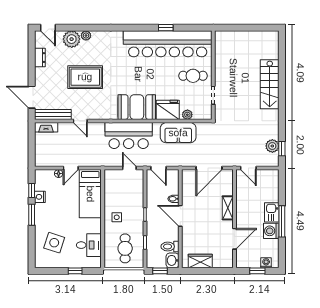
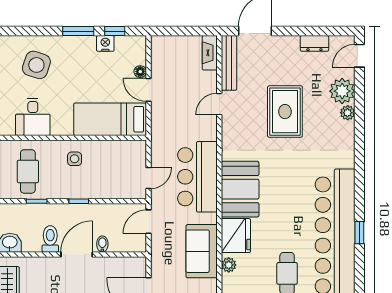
toilet: (170, 247) -> (50, 239), moved
cafe table: (125, 248) -> (28, 171), turned 90

